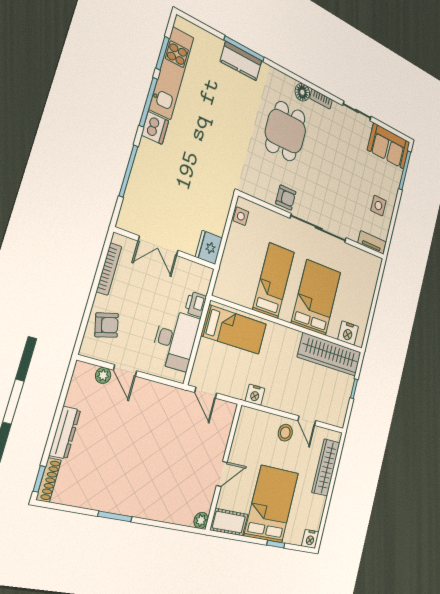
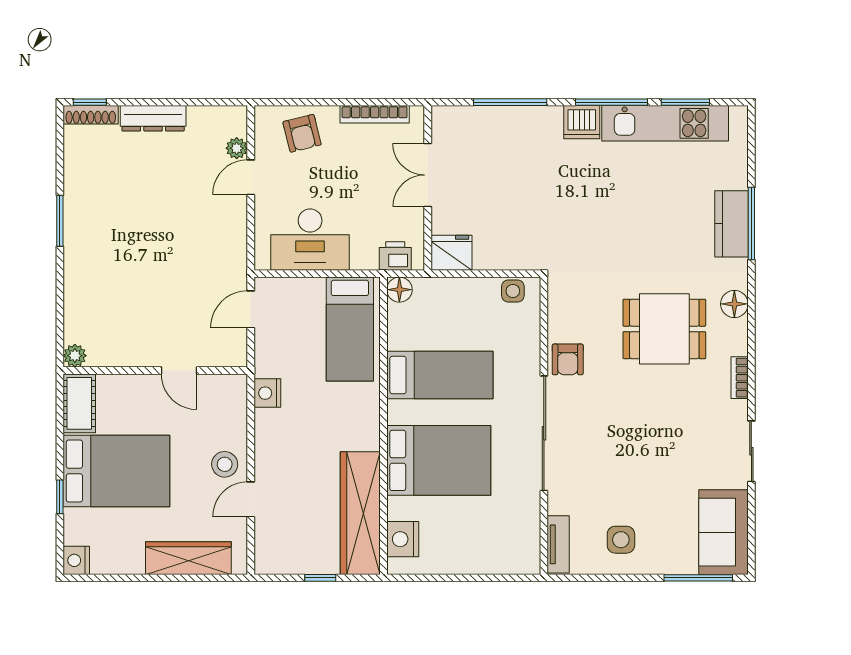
floor lamp: (302, 92) -> (734, 304), moved
floor lamp: (221, 290) -> (399, 290), added
printer: (196, 304) -> (395, 256), moved
door: (222, 474) -> (179, 370), moved

